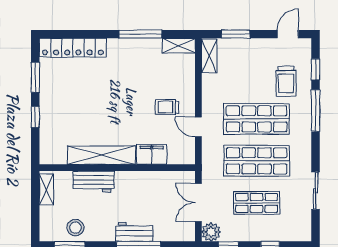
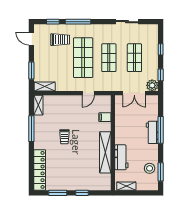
trolley: (167, 107) -> (64, 137), moved
filing cabinet: (152, 154) -> (105, 117), width x0.50
shop shelf: (257, 161) -> (109, 58), width x0.70, depth x0.74

